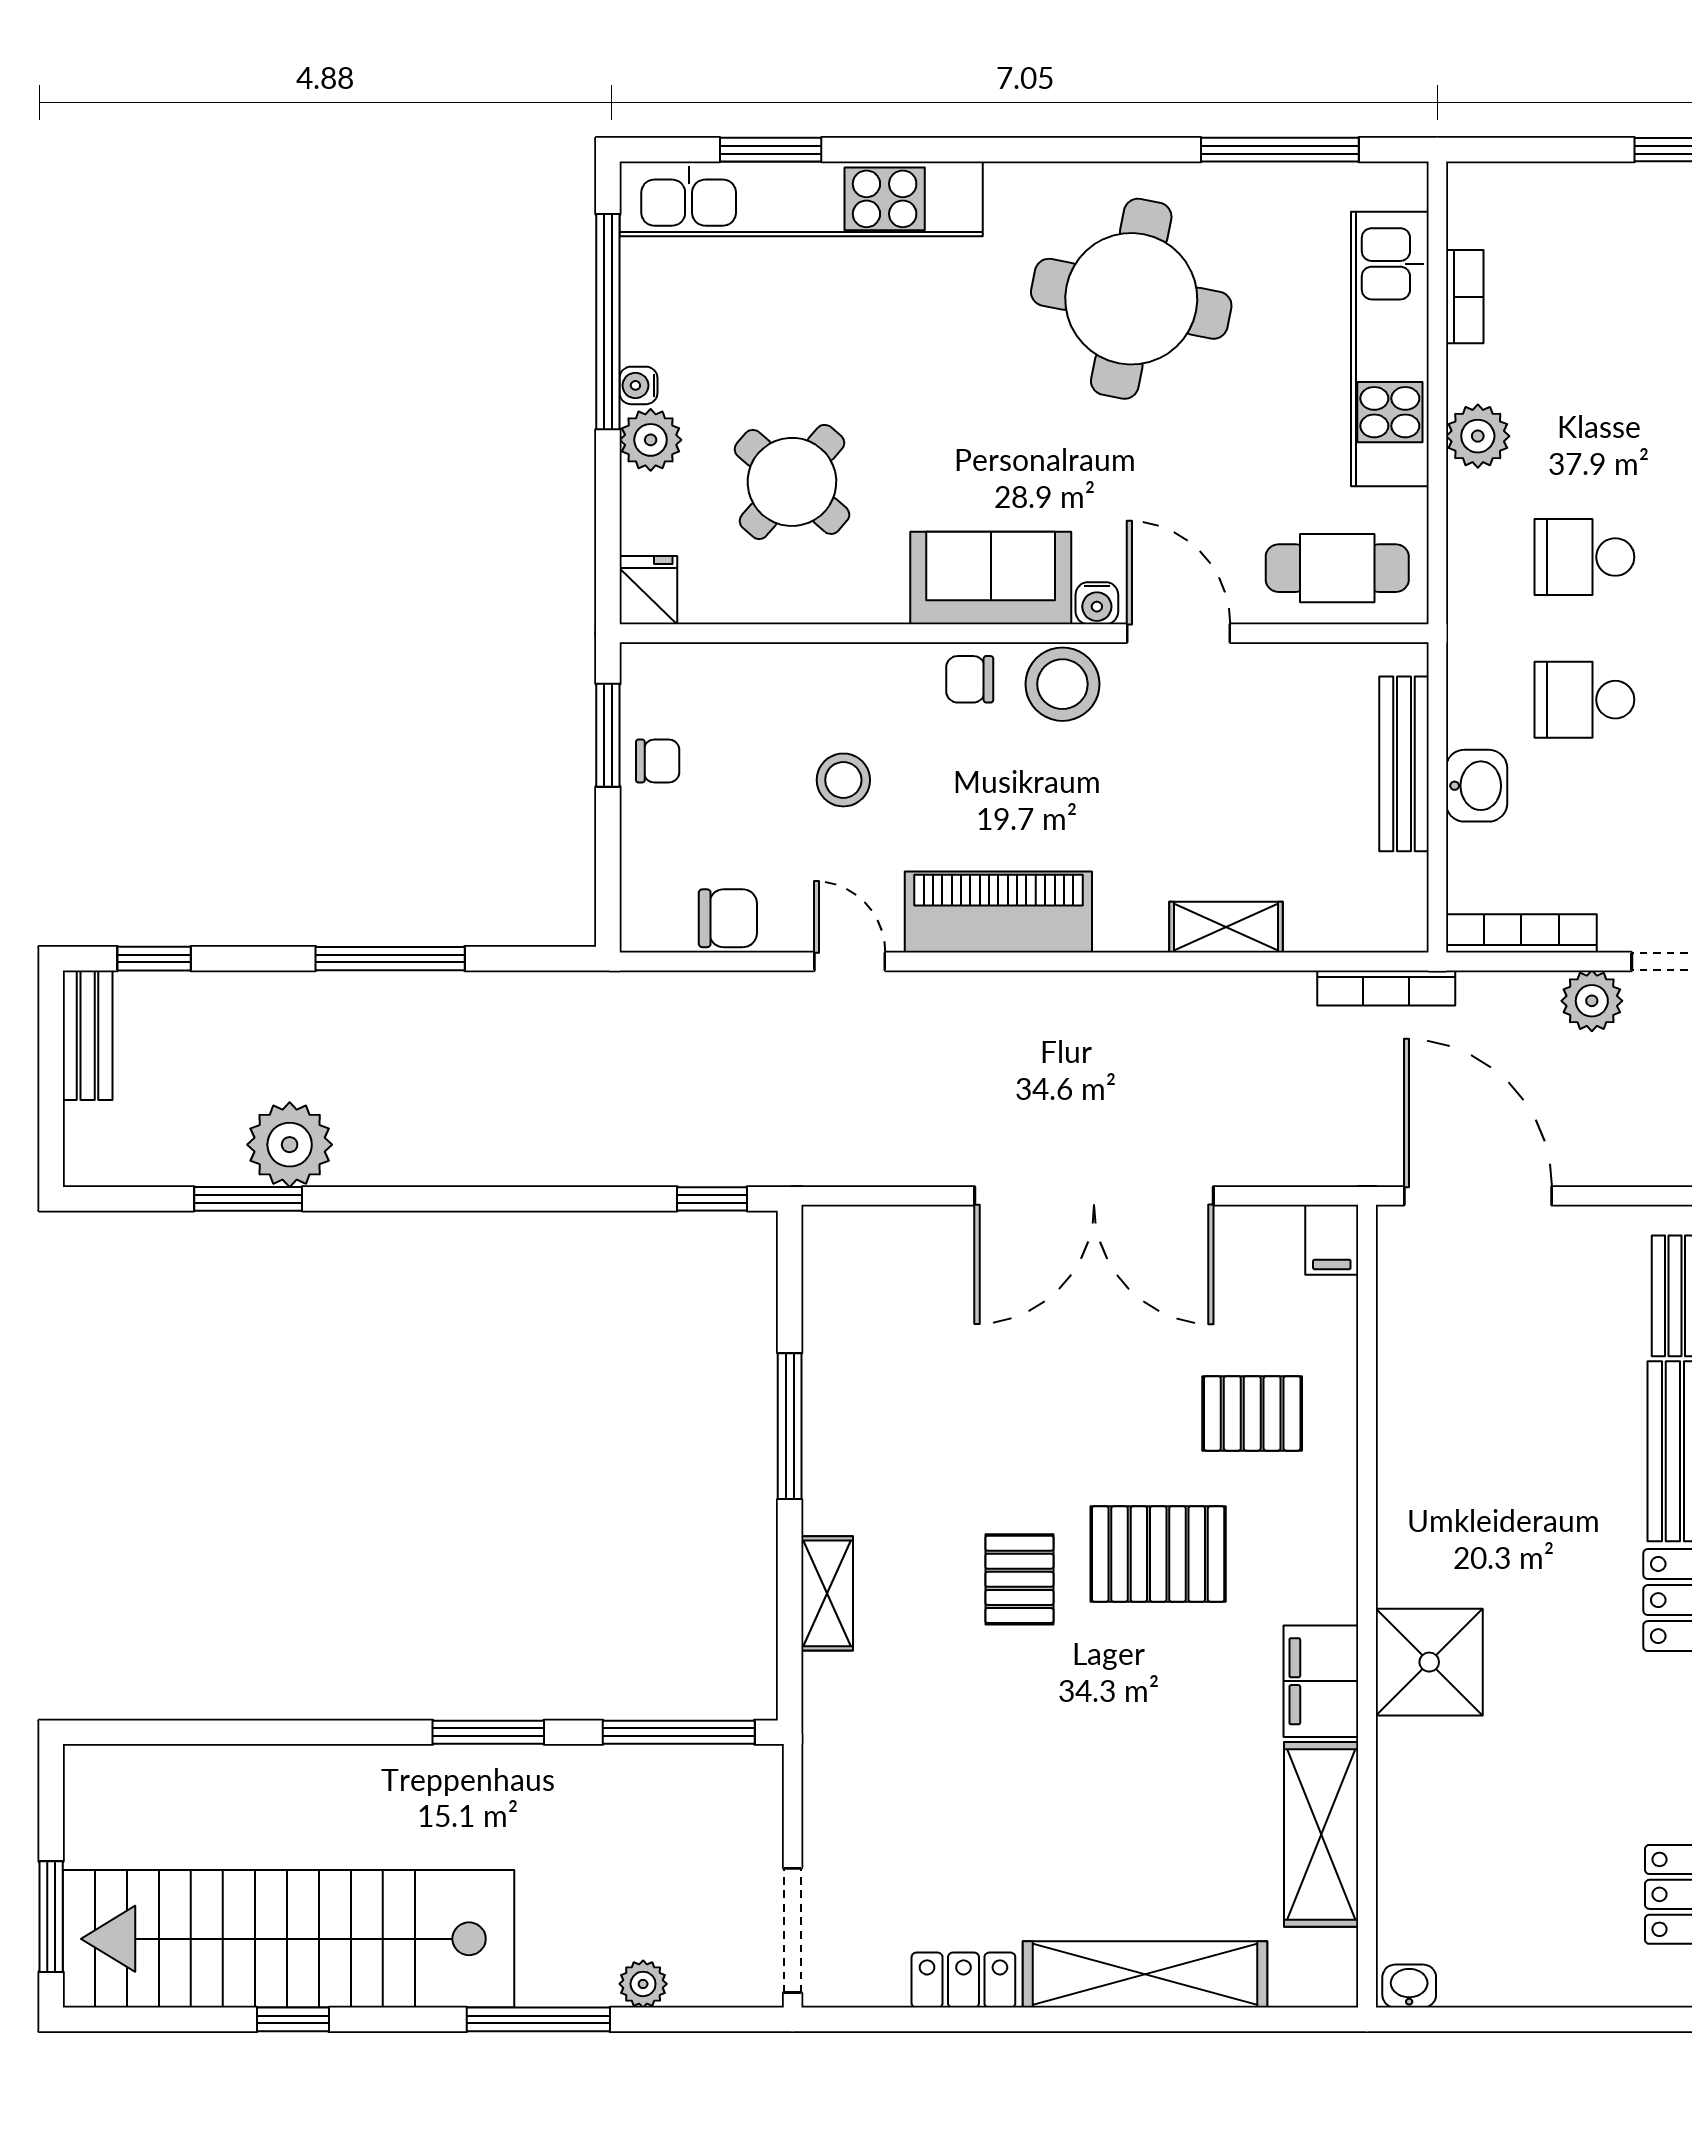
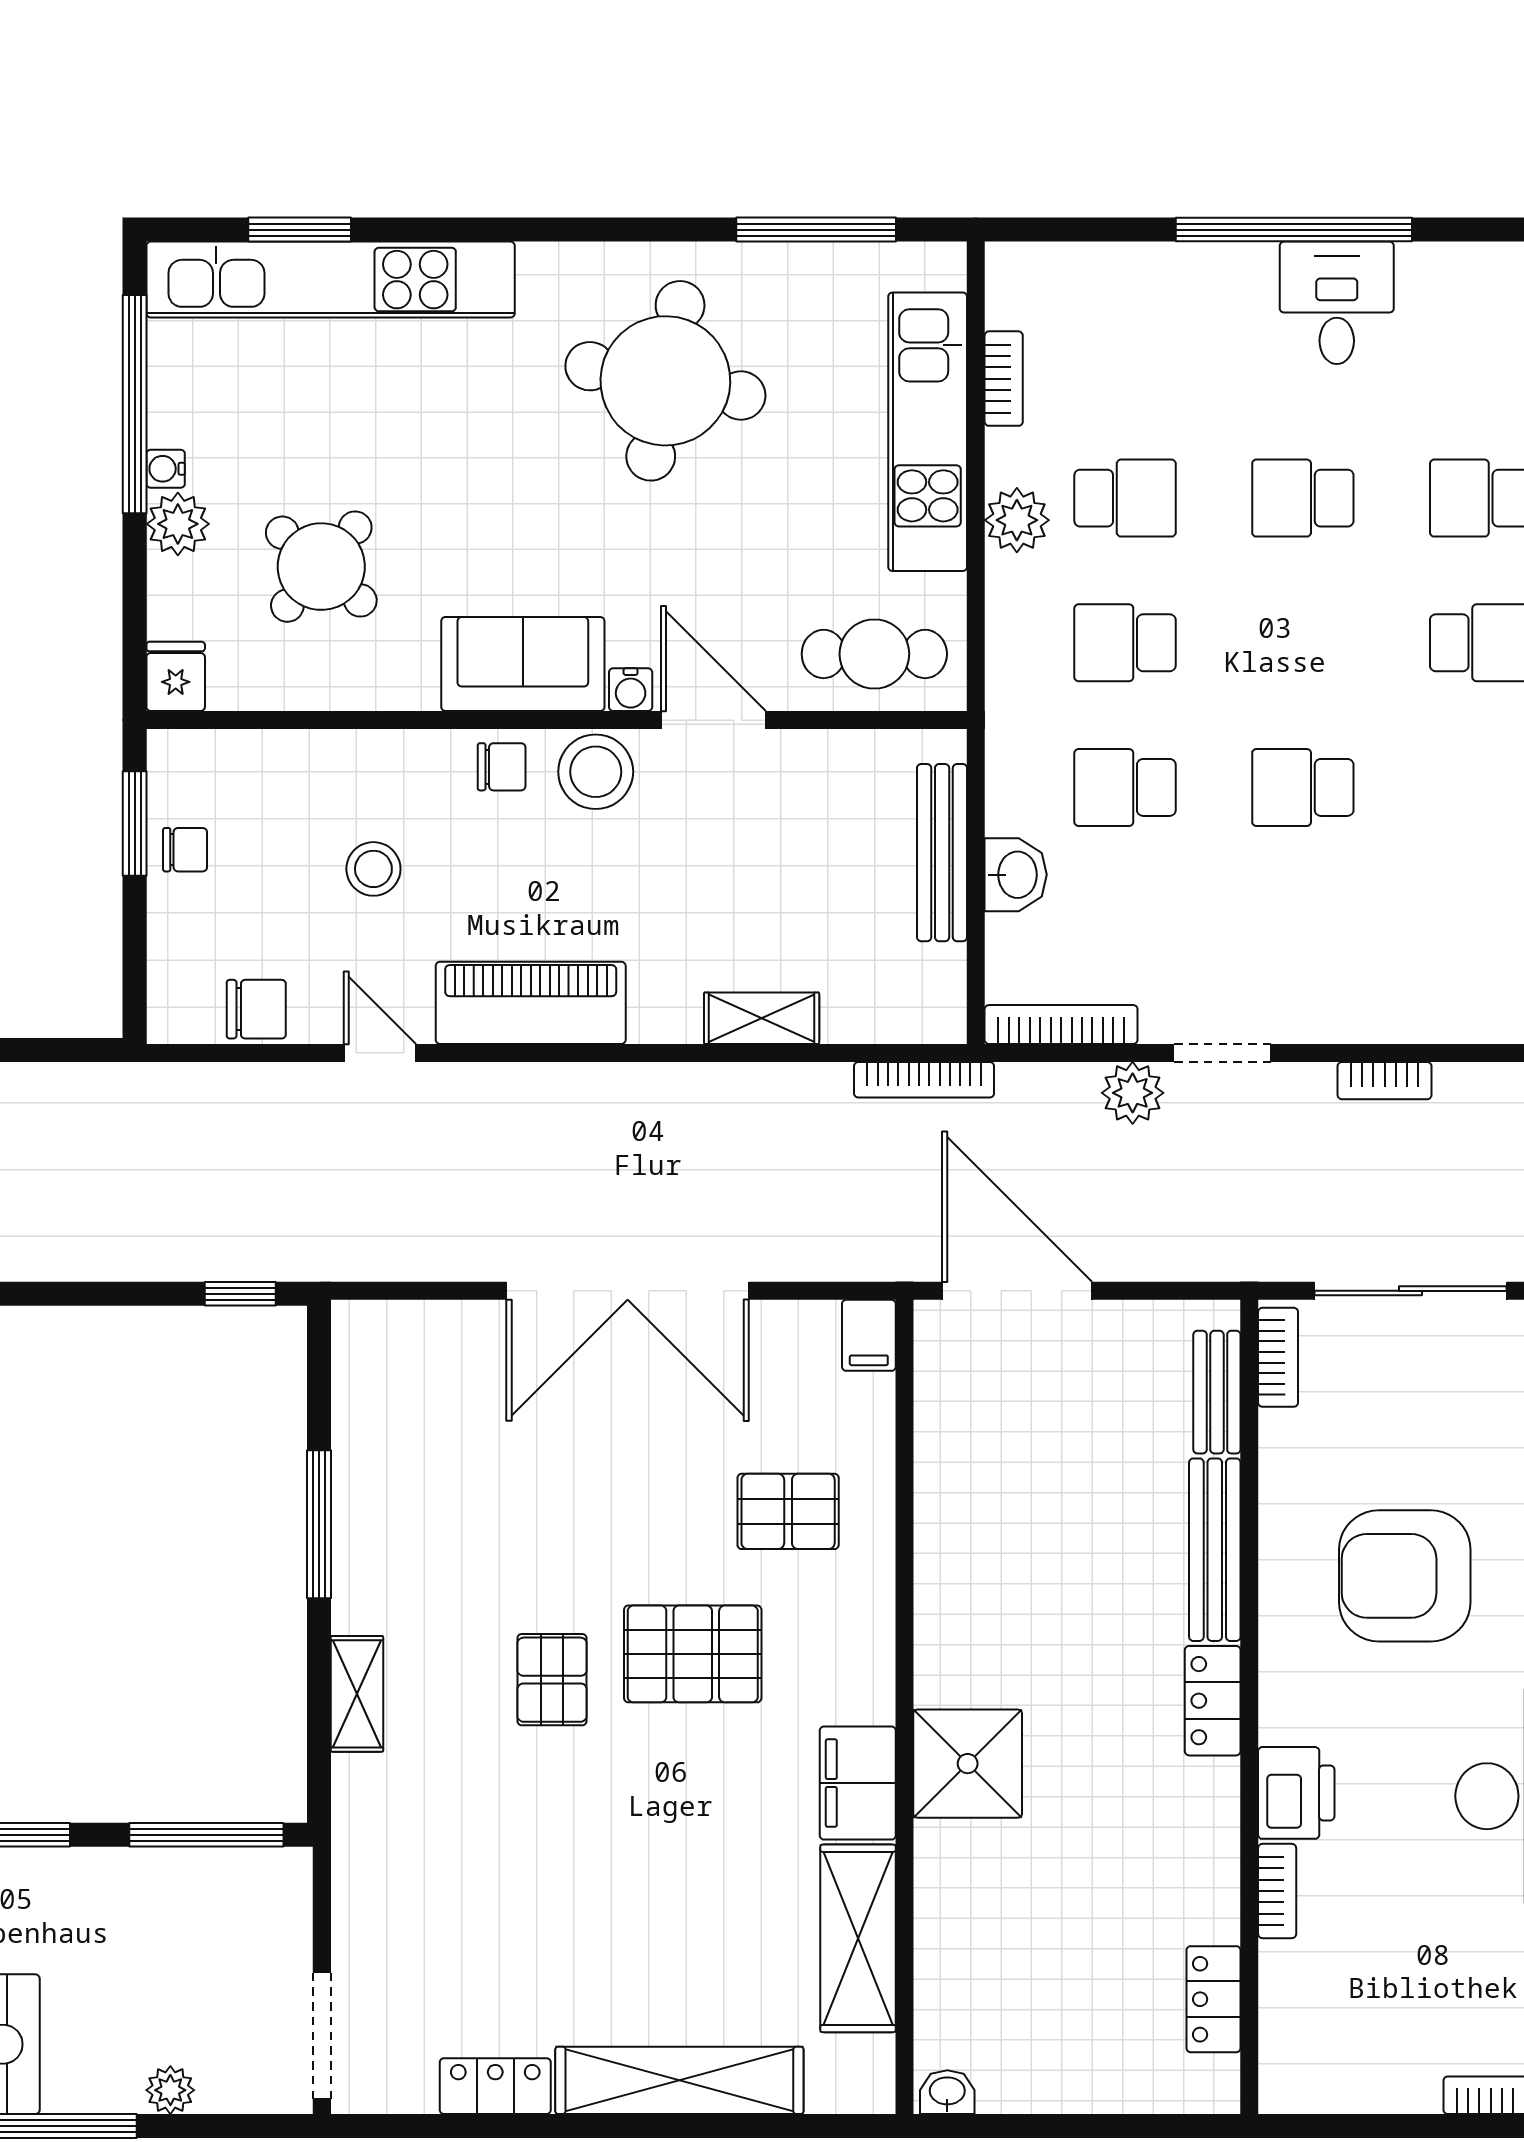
school desk: (1584, 414) -> (1125, 498), added
chair: (970, 679) -> (502, 767), turned 180

